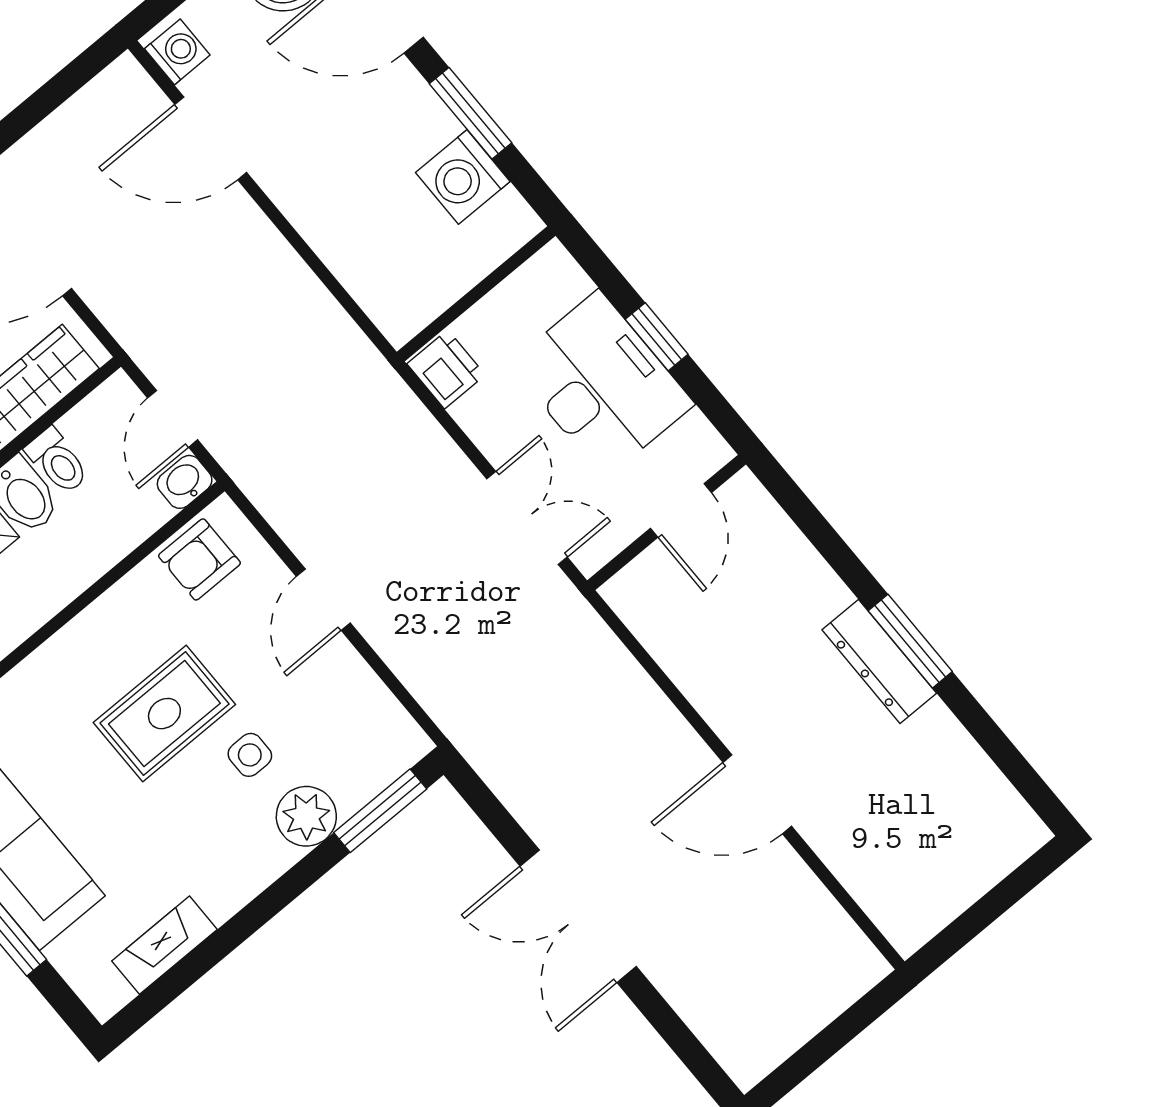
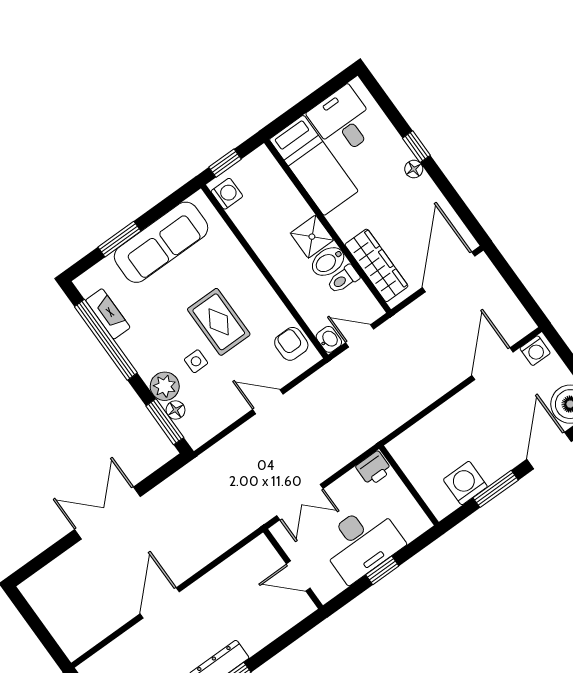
floor lamp: (354, 790) -> (176, 410), added
window: (219, 945) -> (106, 340), added

